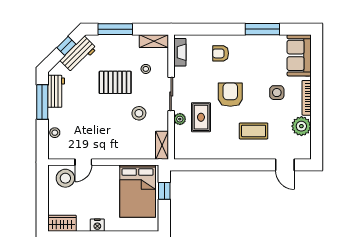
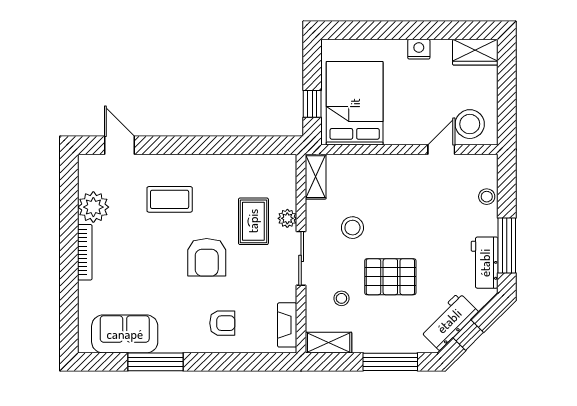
sofa: (299, 55) -> (125, 334), moved, turned -90
side table: (277, 93) -> (132, 261), removed

